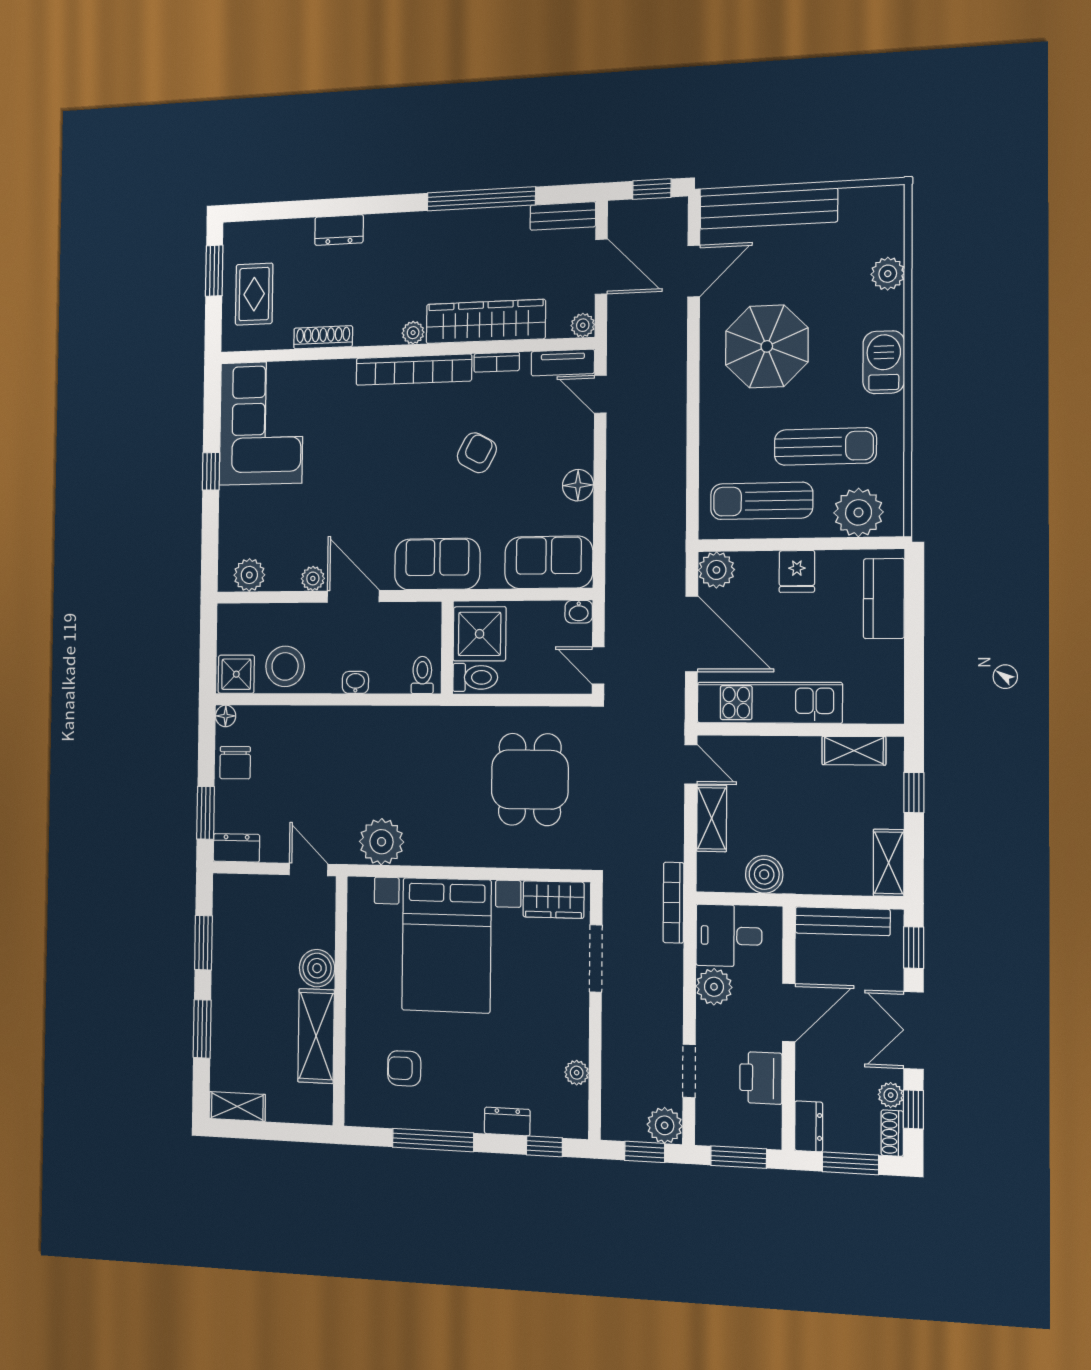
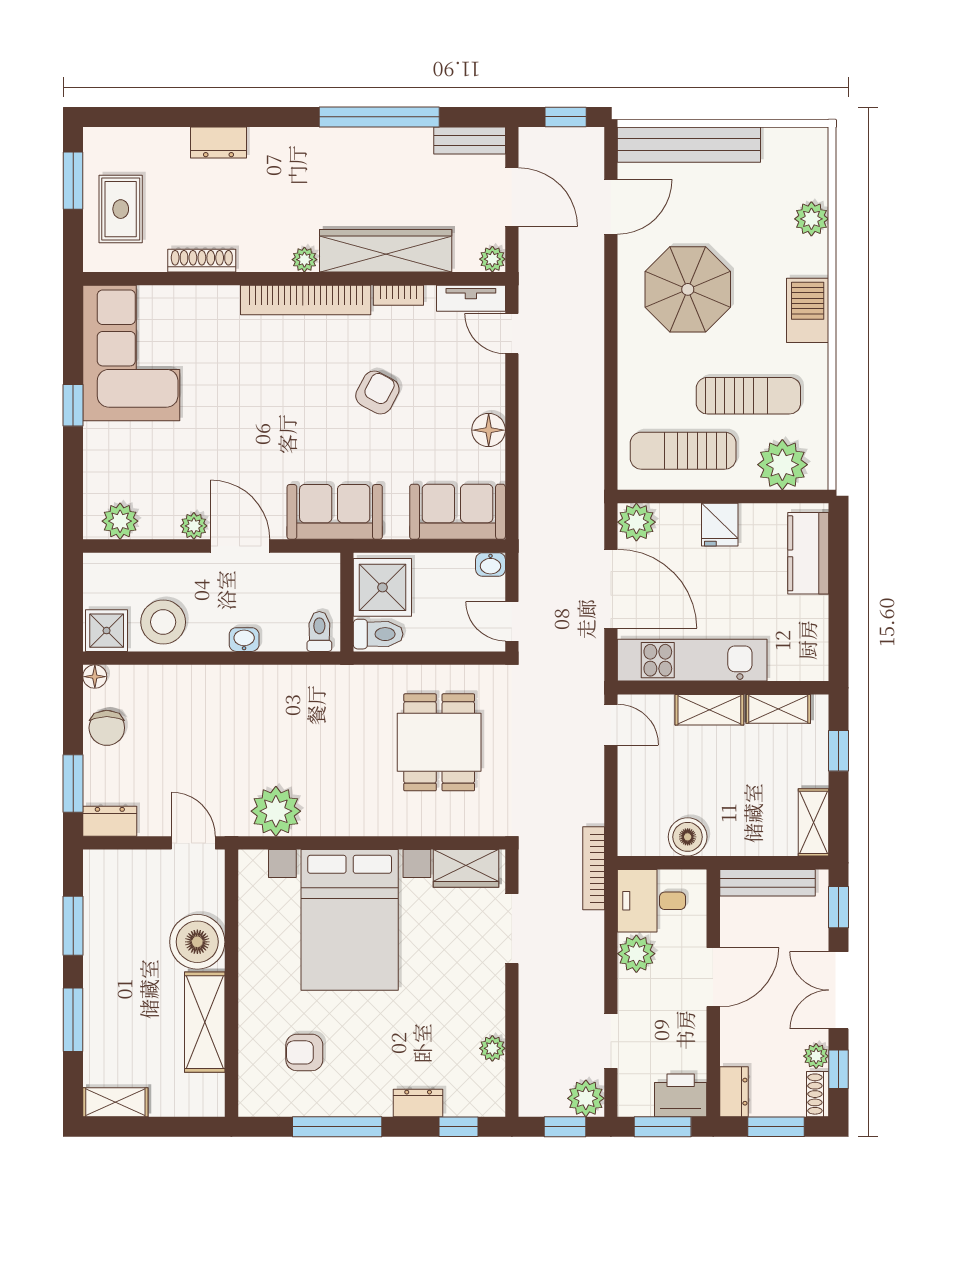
shelving: (712, 818) -> (709, 710), moved, turned 90
boiler: (317, 968) -> (197, 942), width x1.37, depth x1.37
printer: (761, 1078) -> (681, 1095), moved, turned 90

